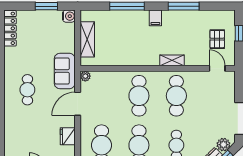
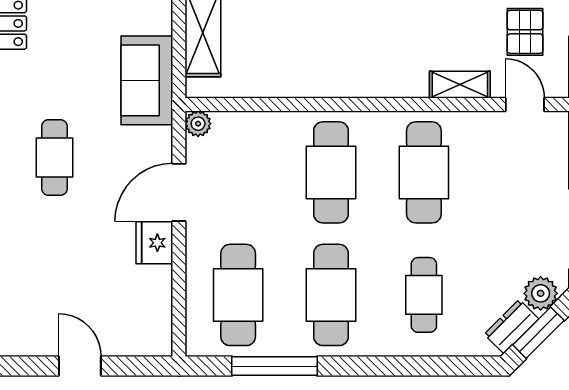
shelving: (172, 60) -> (460, 85), moved
sofa: (65, 71) -> (147, 80), moved
fridge: (68, 136) -> (154, 243), moved

